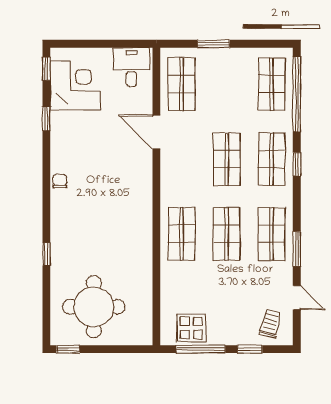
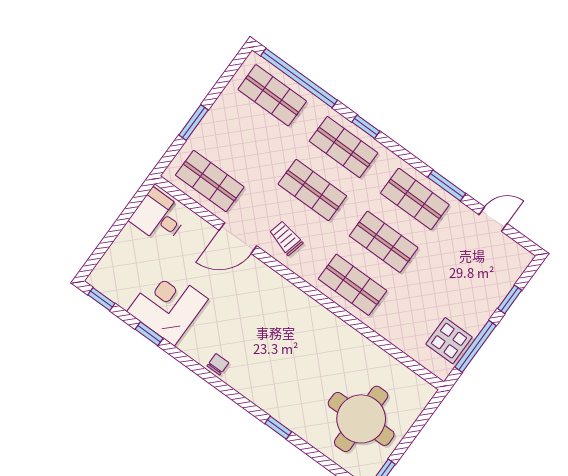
corner desk: (75, 85) -> (168, 305), moved
chair: (60, 181) -> (218, 364), turned 90
trolley: (270, 324) -> (286, 238), moved

